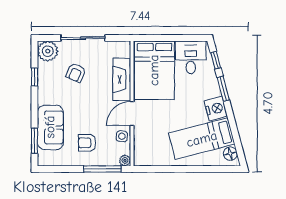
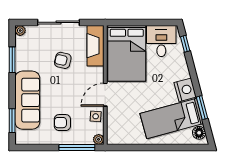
plant: (48, 51) -> (20, 31), width x0.53, depth x0.53
armchair: (76, 73) -> (63, 60), moved, turned 80
window: (34, 77) -> (12, 60), width x1.50
fireplace: (122, 79) -> (95, 46), moved
window: (223, 89) -> (202, 108), moved
sofa: (50, 127) -> (27, 100), width x1.36

